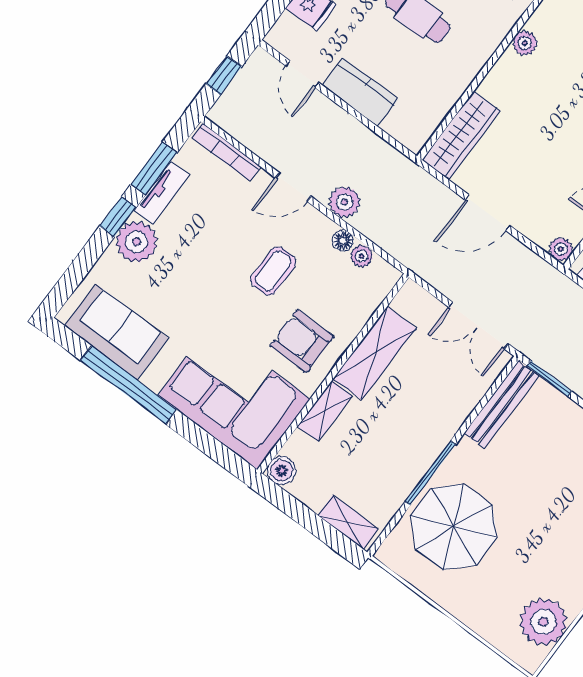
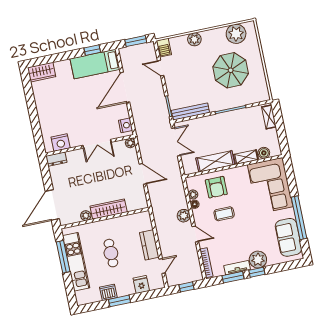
wardrobe: (461, 135) -> (109, 209), moved
armchair: (302, 341) -> (216, 187), moved
boiler: (282, 471) -> (264, 153), moved
parasol: (454, 527) -> (231, 70), moved

